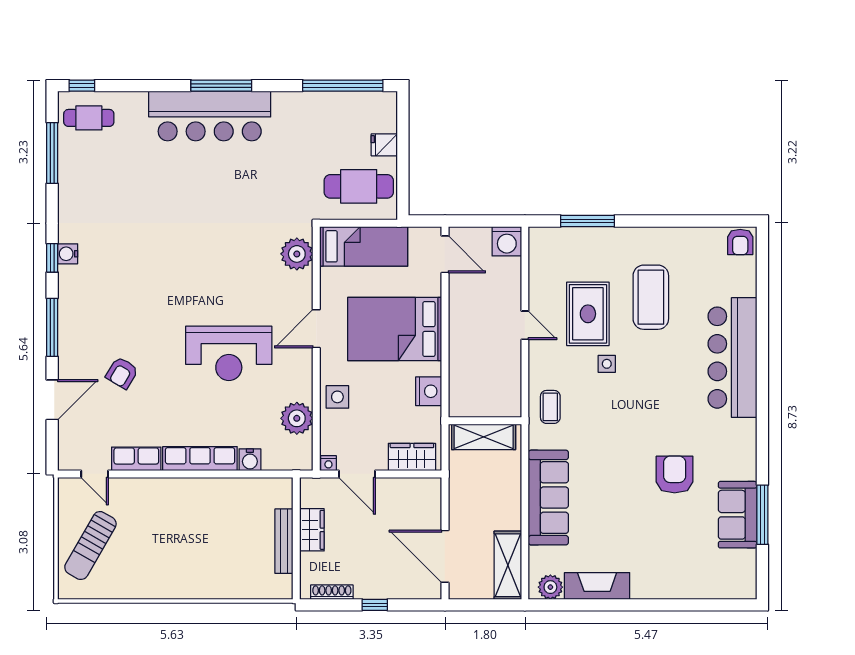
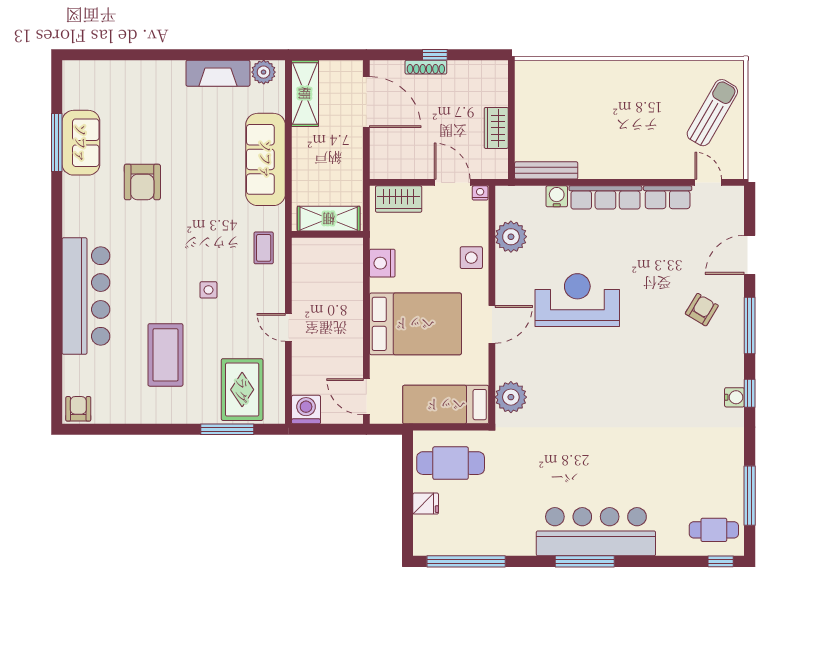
rug: (588, 314) -> (242, 390), moved
armchair: (122, 373) -> (702, 310), moved
bench: (284, 541) -> (546, 170), moved, turned 90
shoe rack: (332, 592) -> (426, 67), moved

